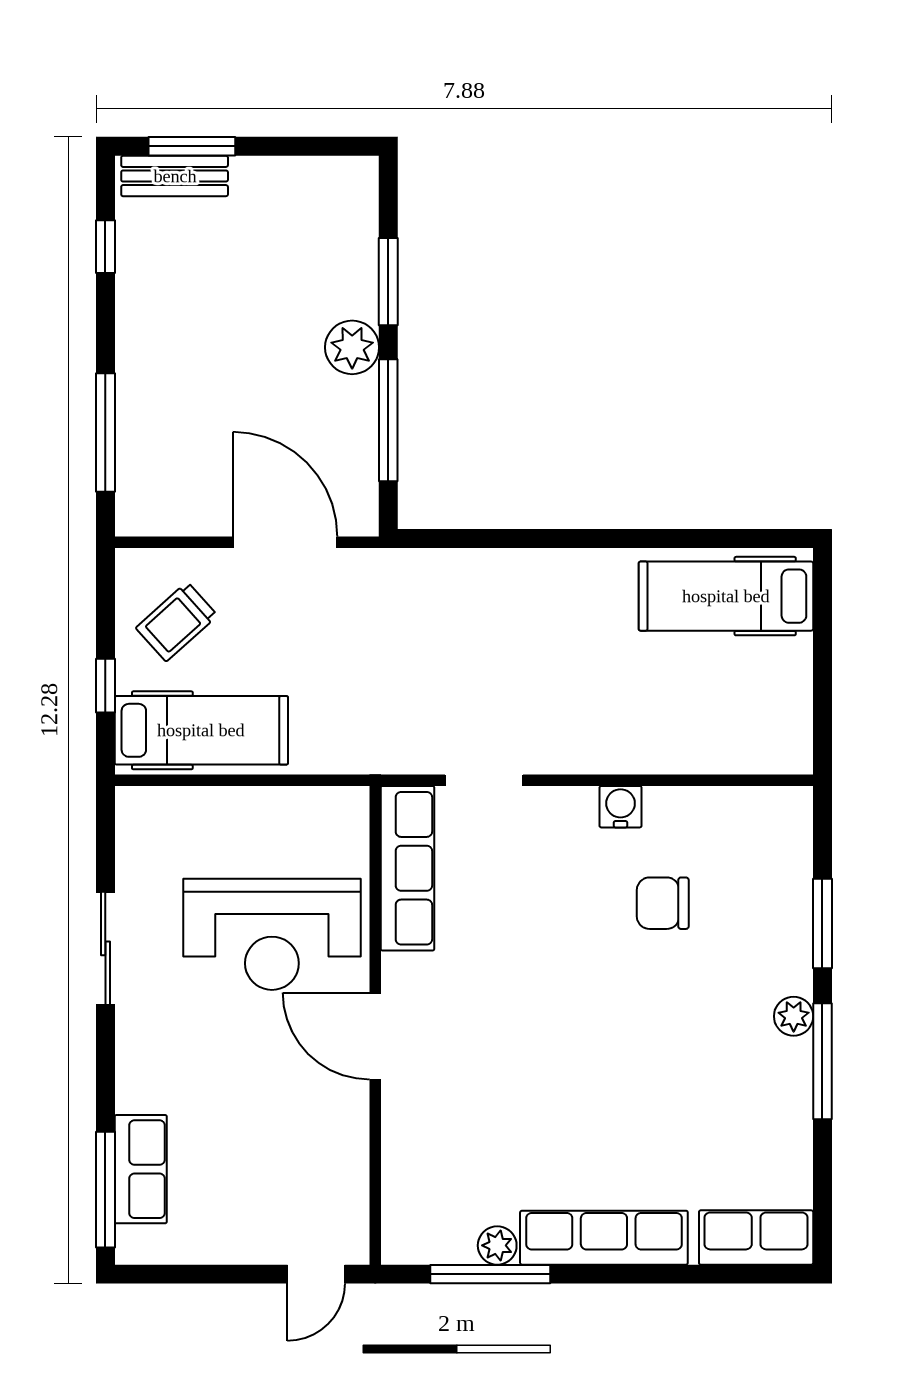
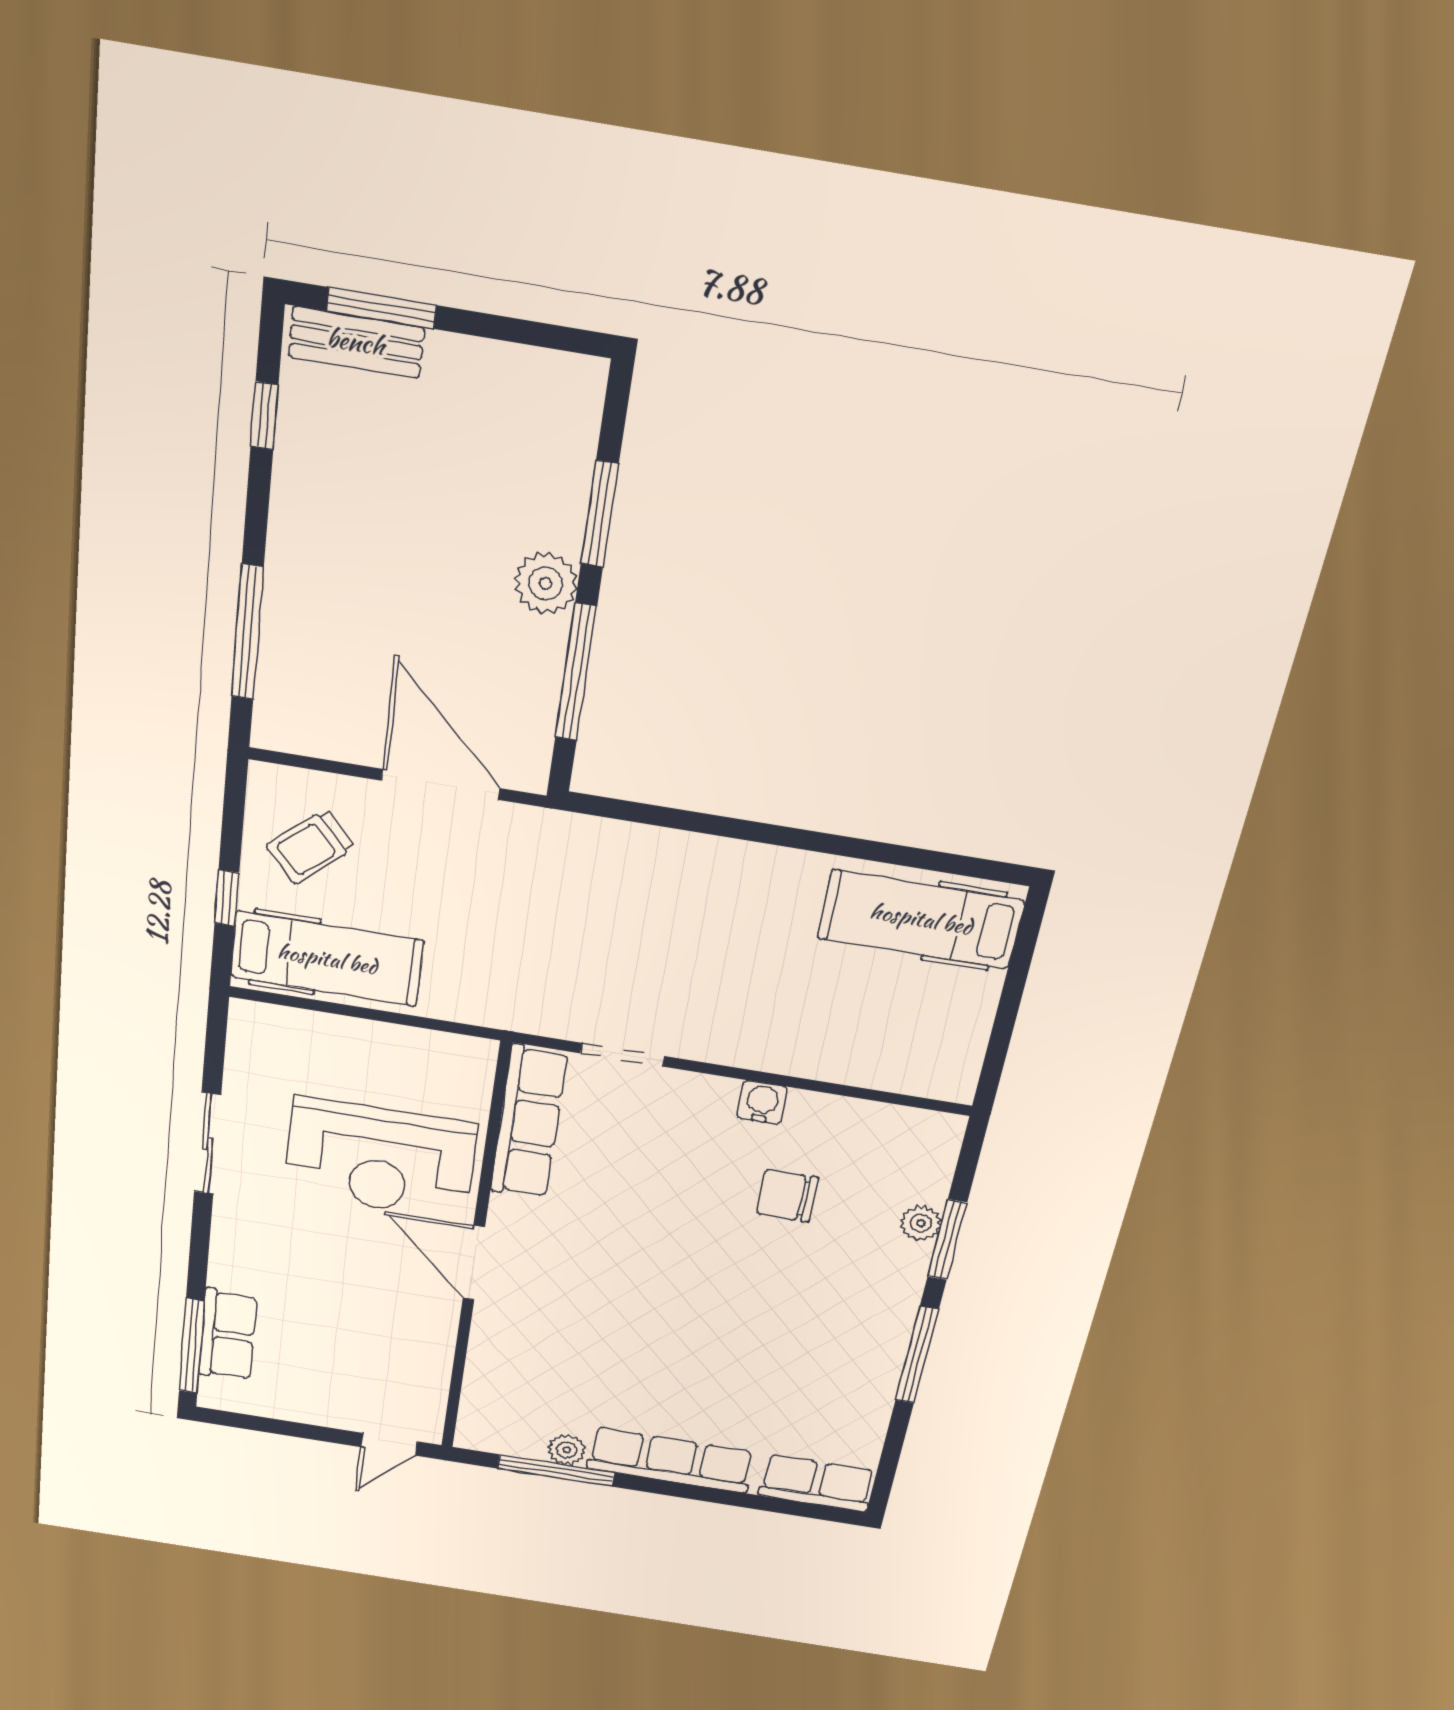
plant: (794, 1016) -> (921, 1223), moved

